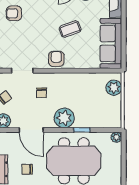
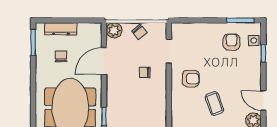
armchair: (56, 59) -> (191, 79), moved
plant: (64, 118) -> (117, 97), removed

